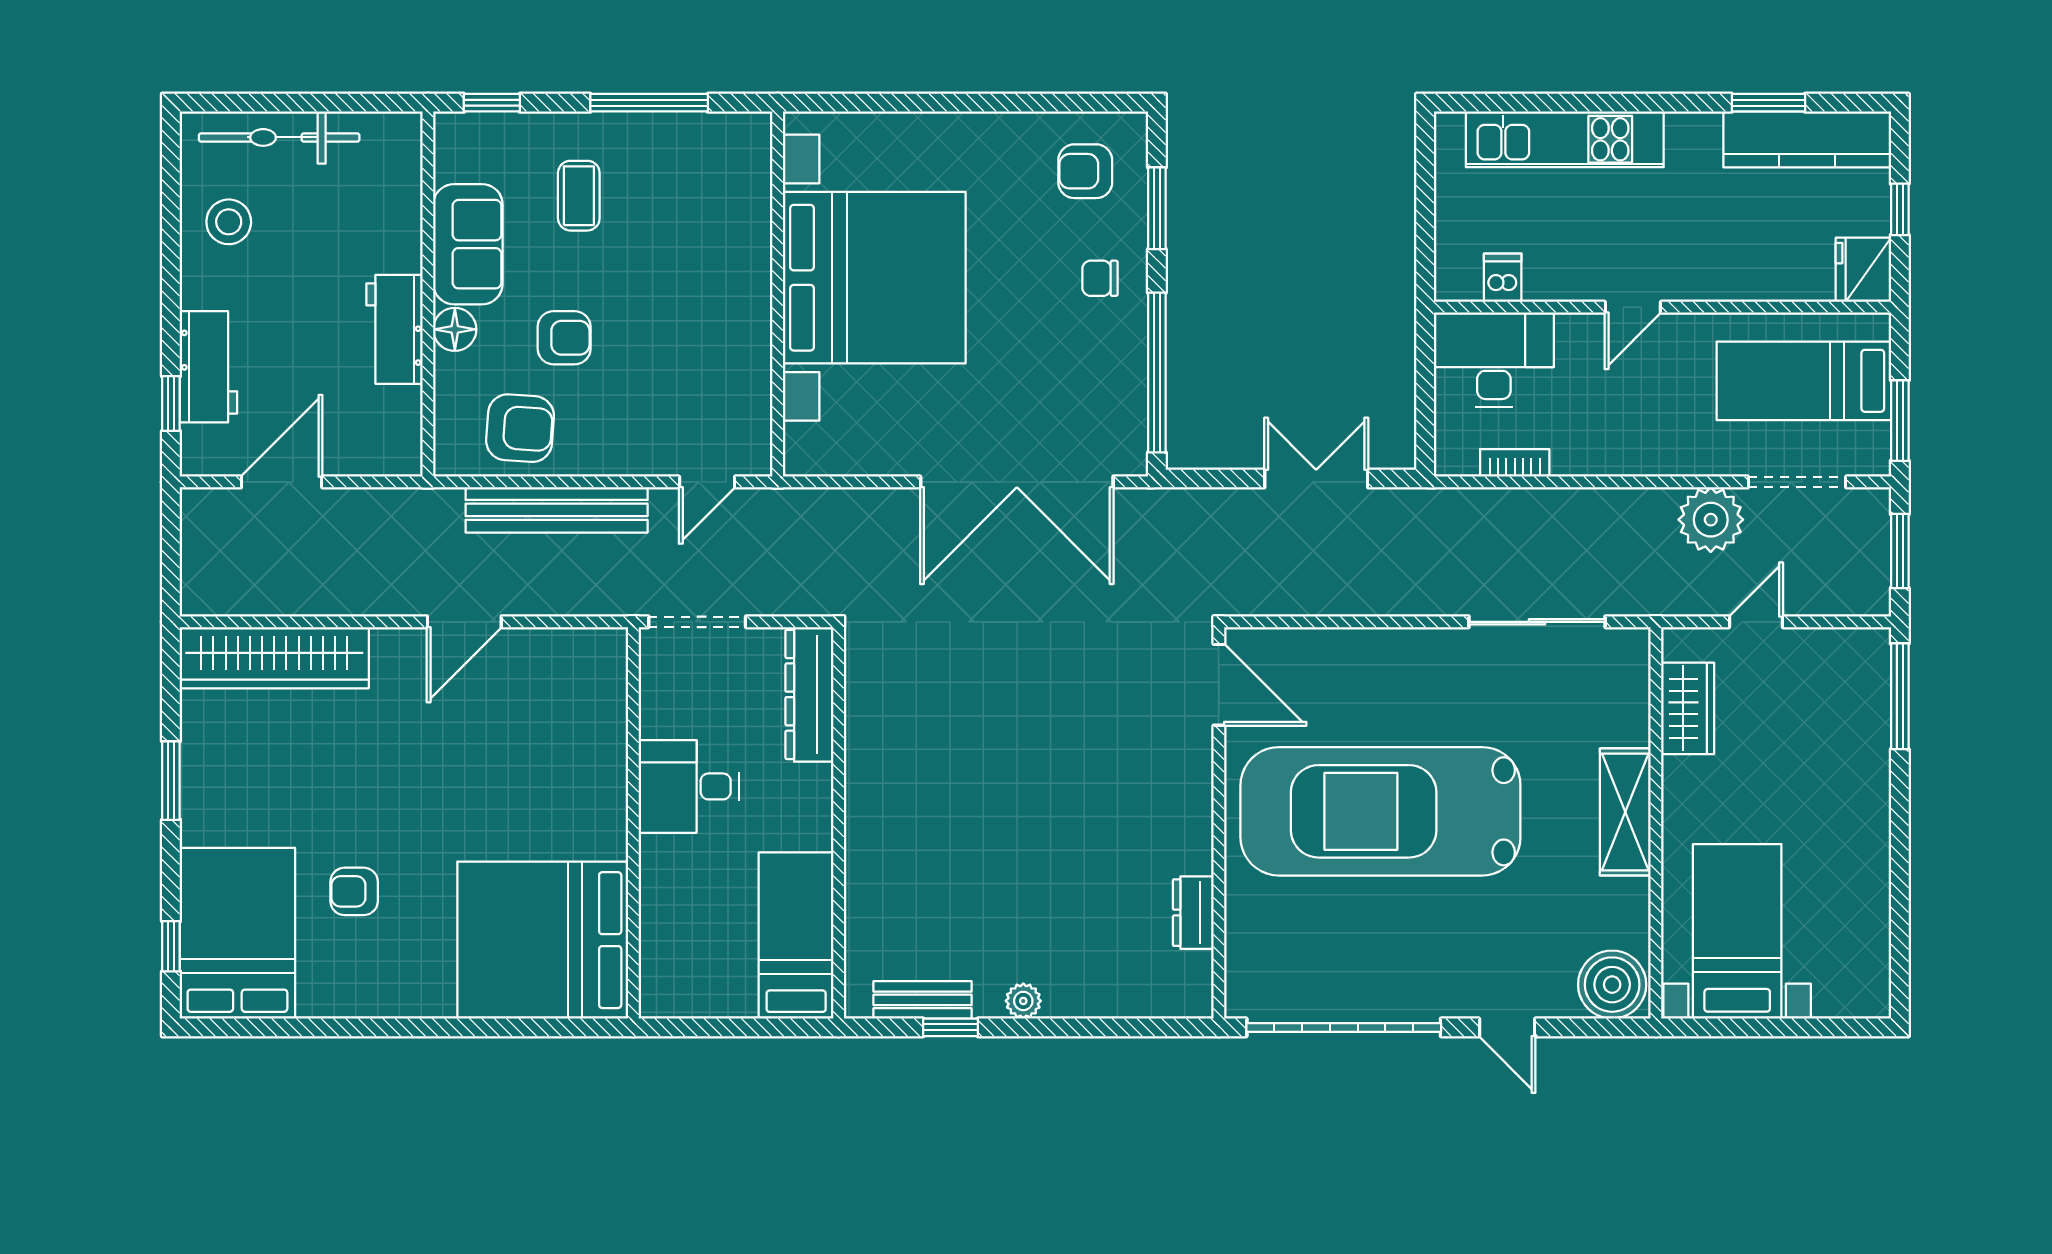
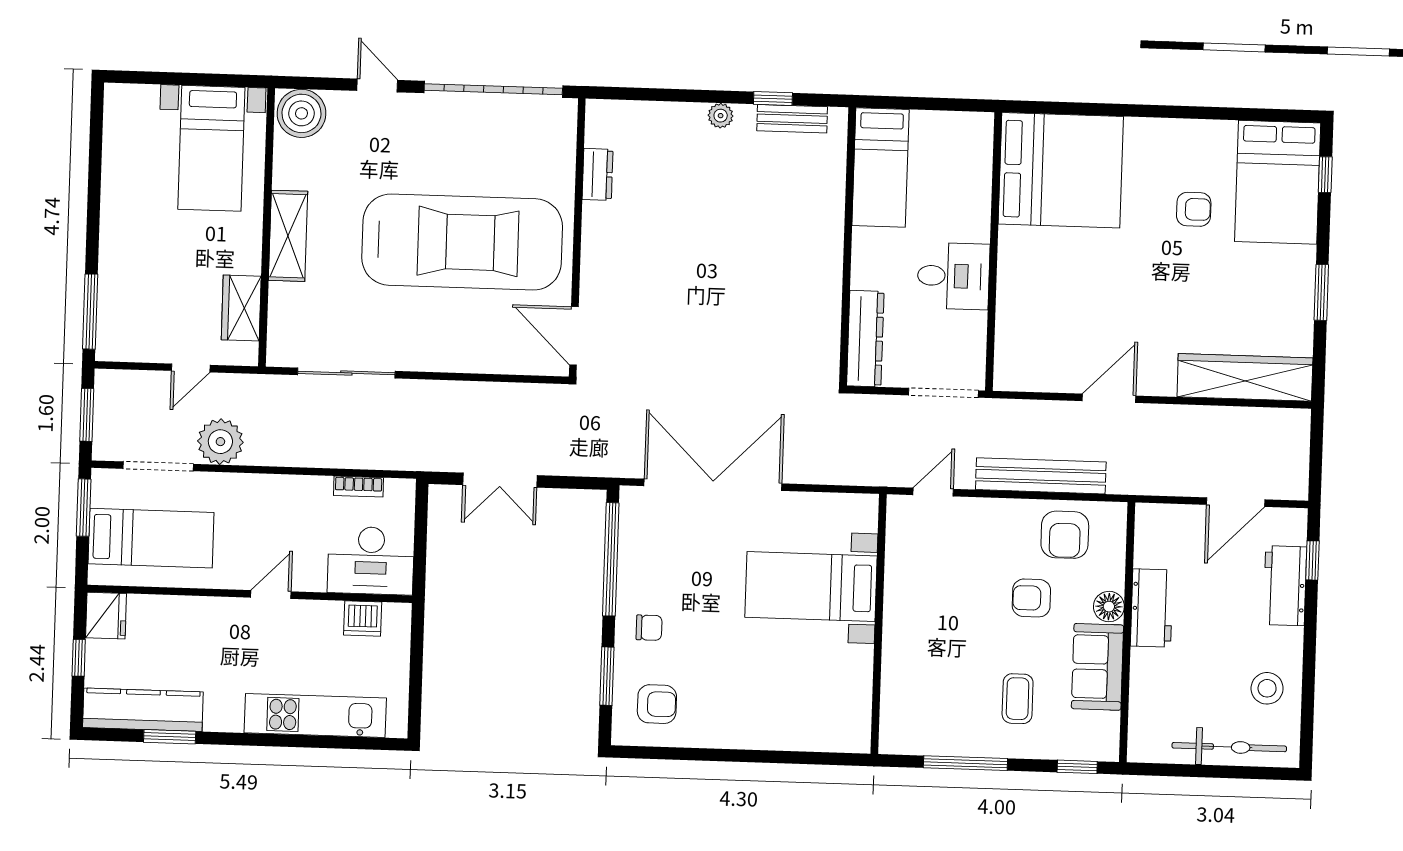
bed with nightstands: (874, 278) -> (811, 587), width x0.54
dishwasher: (1503, 278) -> (363, 619), width x1.38
armchair: (520, 428) -> (1065, 535), turned -94

